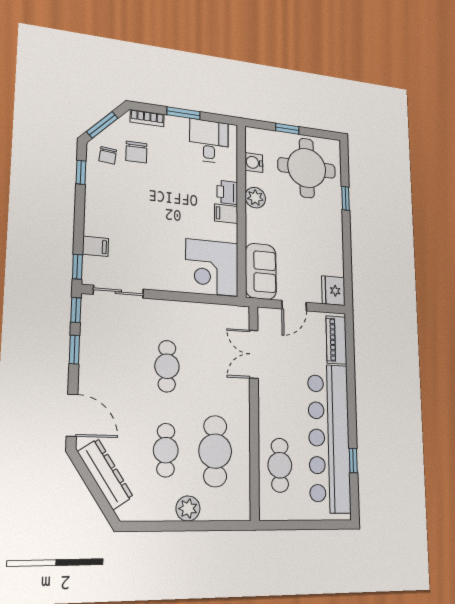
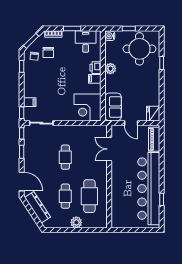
water cooler: (254, 163) -> (110, 36), moved
door: (294, 306) -> (131, 123), hinge flipped
cafe table: (280, 465) -> (122, 202), removed

